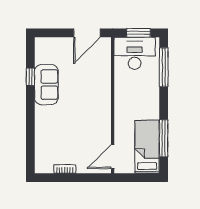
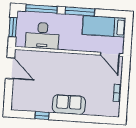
desk: (135, 53) -> (42, 36), moved, turned -90
sofa: (46, 85) -> (69, 105), moved
window: (164, 138) -> (80, 11), moved

